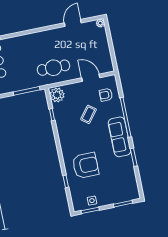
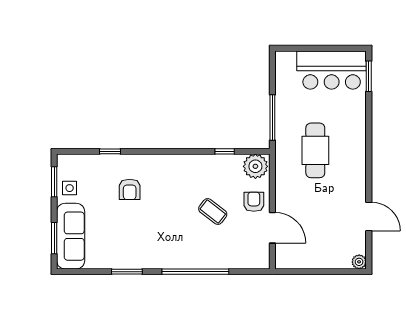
cafe table: (54, 68) -> (315, 150), moved
door: (91, 78) -> (272, 228), hinge flipped
armchair: (106, 95) -> (254, 202), moved
sofa: (120, 137) -> (71, 236), moved, turned 90
armchair: (86, 165) -> (130, 189), width x0.53, depth x0.53

